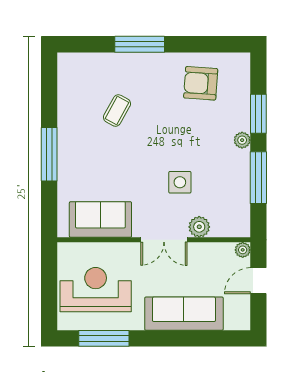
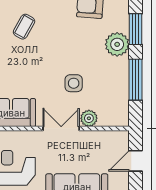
plant: (242, 140) -> (117, 44), width x1.88, depth x1.88
double door: (164, 240) -> (61, 129), swing flipped
plant: (243, 250) -> (123, 137), removed

